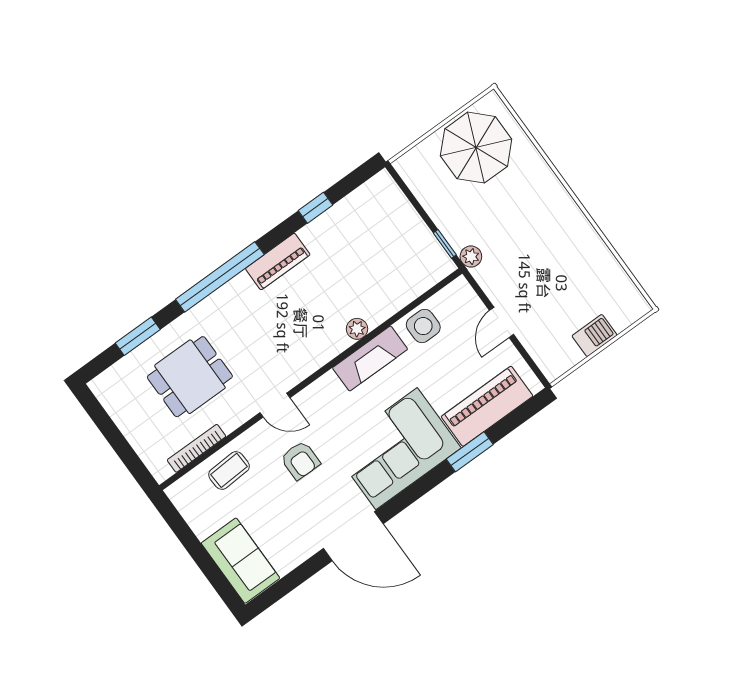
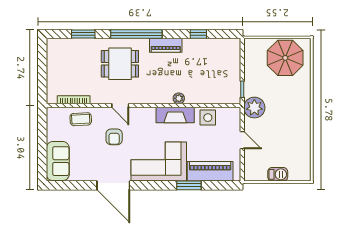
plant: (471, 257) -> (254, 108), width x1.87, depth x1.87
door: (502, 322) -> (242, 140), swing flipped
dining table: (190, 377) -> (120, 64), moved

